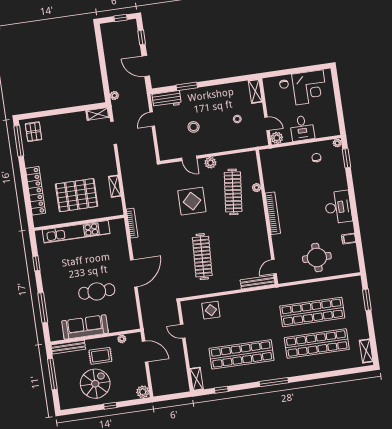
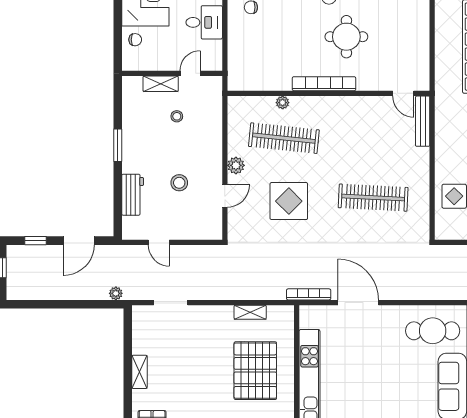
window: (187, 86) -> (118, 145), moved
shelving: (255, 91) -> (161, 84), moved
workbench: (167, 99) -> (133, 195), moved
shelving: (98, 114) -> (139, 372), moved
plant: (277, 138) -> (213, 62), removed
round table: (317, 257) -> (346, 37), moved
door: (134, 273) -> (358, 303), moved
cafe table: (97, 291) -> (433, 331), moved, turned 90

